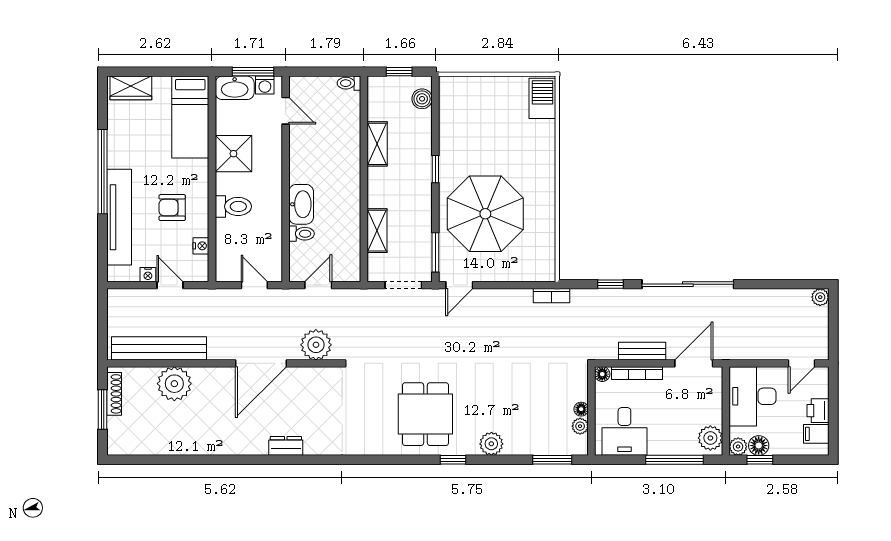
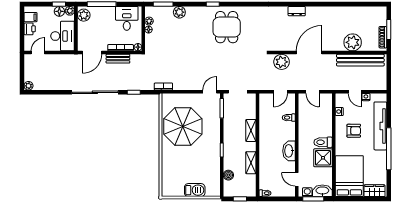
barbecue: (542, 98) -> (195, 190), moved, turned -90
boiler: (422, 99) -> (228, 175), moved
bed: (190, 117) -> (349, 176), width x1.50
washbasin: (301, 204) -> (289, 151), moved
toilet: (233, 206) -> (323, 142), moved
parasol: (485, 214) -> (183, 127), moved
shelving: (377, 231) -> (251, 130), moved
plant: (491, 444) -> (179, 12), moved

